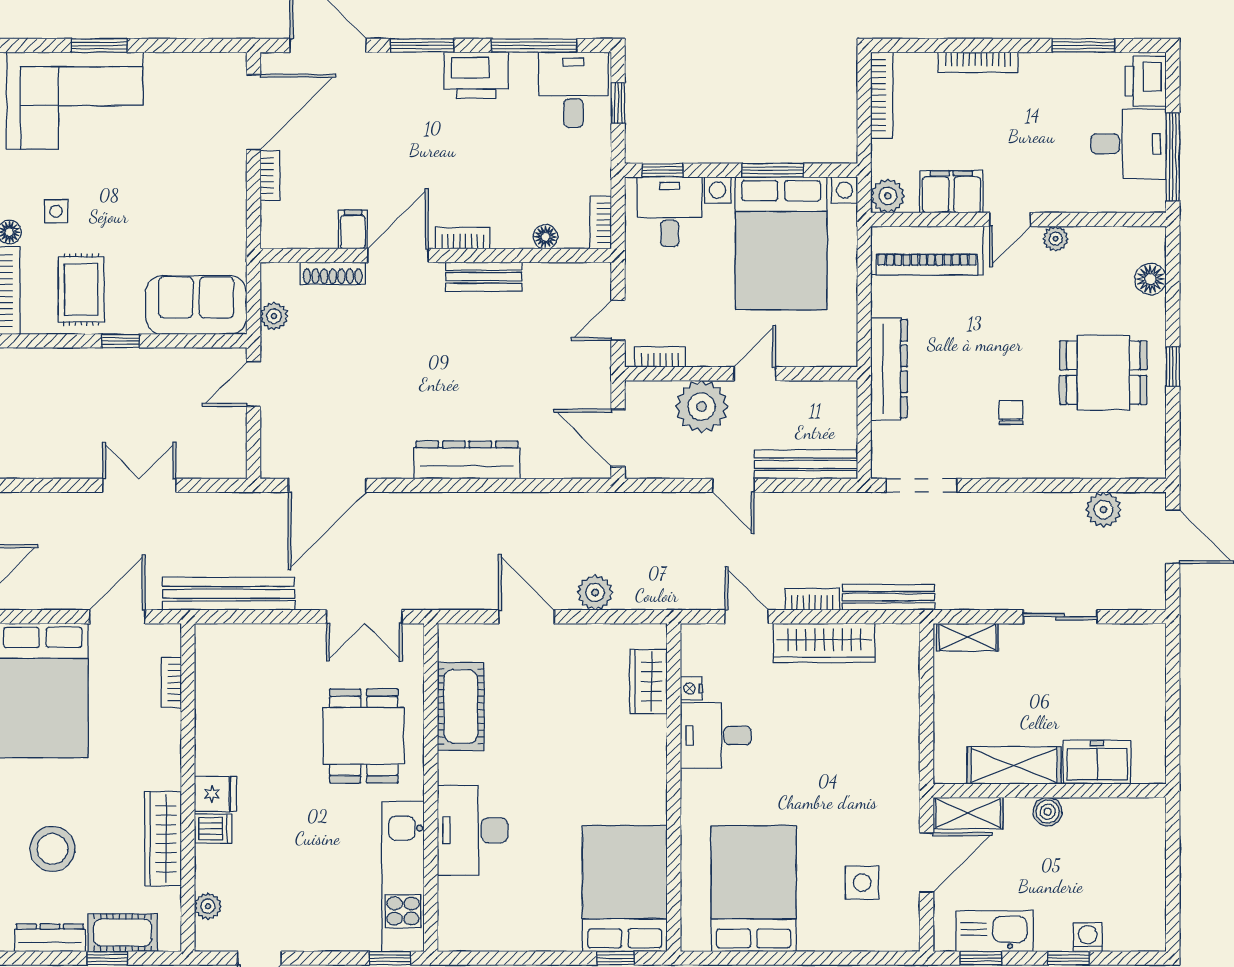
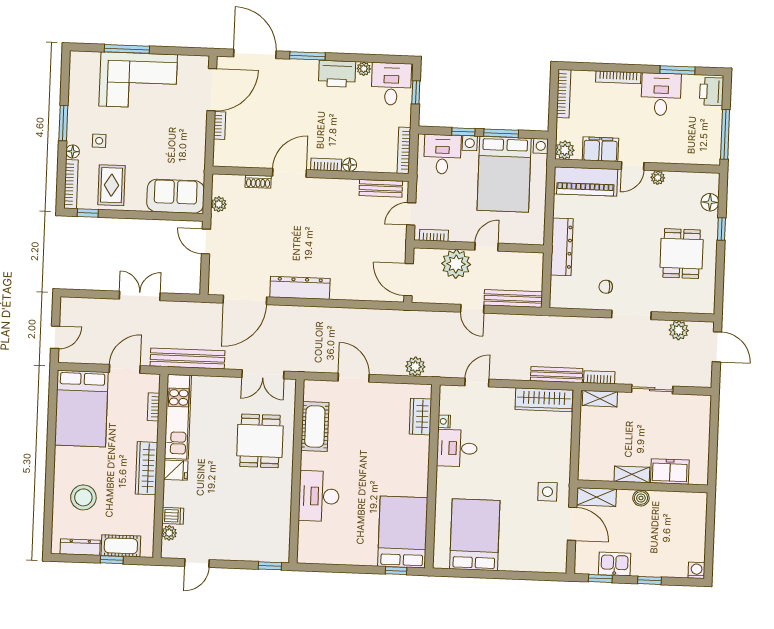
window: (99, 45) -> (127, 49), width x1.44
window: (534, 45) -> (370, 58), removed
plant: (523, 64) -> (364, 69), added
corner sofa: (75, 101) -> (138, 80), moved
desk: (1128, 144) -> (661, 94), moved, turned -90
window: (663, 170) -> (463, 132), moved
bookcase: (601, 222) -> (404, 150), width x1.56
filing cabinet: (353, 230) -> (265, 157), removed
floor lamp: (545, 237) -> (350, 165), moved
shoe rack: (333, 273) -> (258, 182), width x0.70
bench: (484, 277) -> (381, 188), moved
window: (121, 341) -> (88, 213), moved
window: (1173, 367) -> (721, 229), moved
dining table: (1103, 373) -> (682, 254), turned 90
door: (254, 384) -> (206, 242), hinge flipped
chair: (1011, 413) -> (606, 287), moved, turned -90
dresser: (467, 460) -> (300, 288), moved
doorway: (921, 485) -> (631, 315), moved
plant: (595, 593) -> (415, 367), moved
bookcase: (812, 599) -> (599, 377), moved
door: (747, 617) -> (477, 382), hinge flipped
wardrobe: (824, 643) -> (544, 400), moved
shelving: (1014, 765) -> (632, 474), width x0.67, depth x0.75
dishwasher: (213, 829) -> (173, 516), moved
wardrobe: (163, 839) -> (147, 468), moved
door: (927, 862) -> (572, 524), hinge flipped
kitchen unit: (403, 876) -> (178, 417), moved, turned 180
side table: (862, 883) -> (547, 492), moved
kitchen sink: (995, 931) -> (615, 564), width x0.73
washing machine: (1088, 937) -> (697, 570), moved

